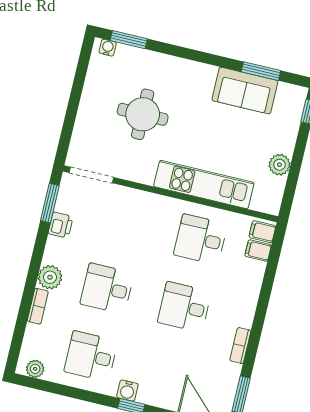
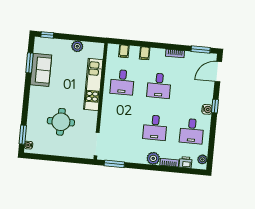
printer: (61, 225) -> (185, 162), moved
filing cabinet: (262, 232) -> (145, 53), moved

